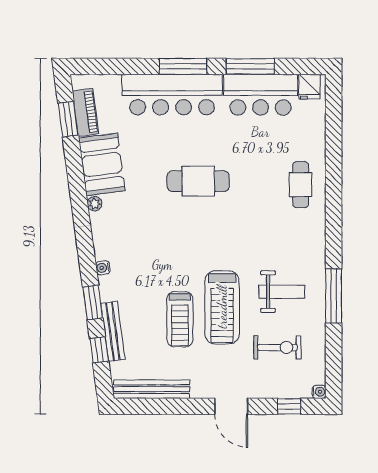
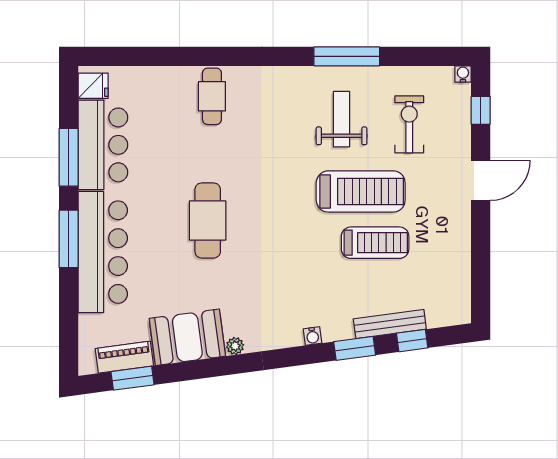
cafe table: (301, 185) -> (212, 96), turned 90
bench: (152, 389) -> (460, 277), removed

